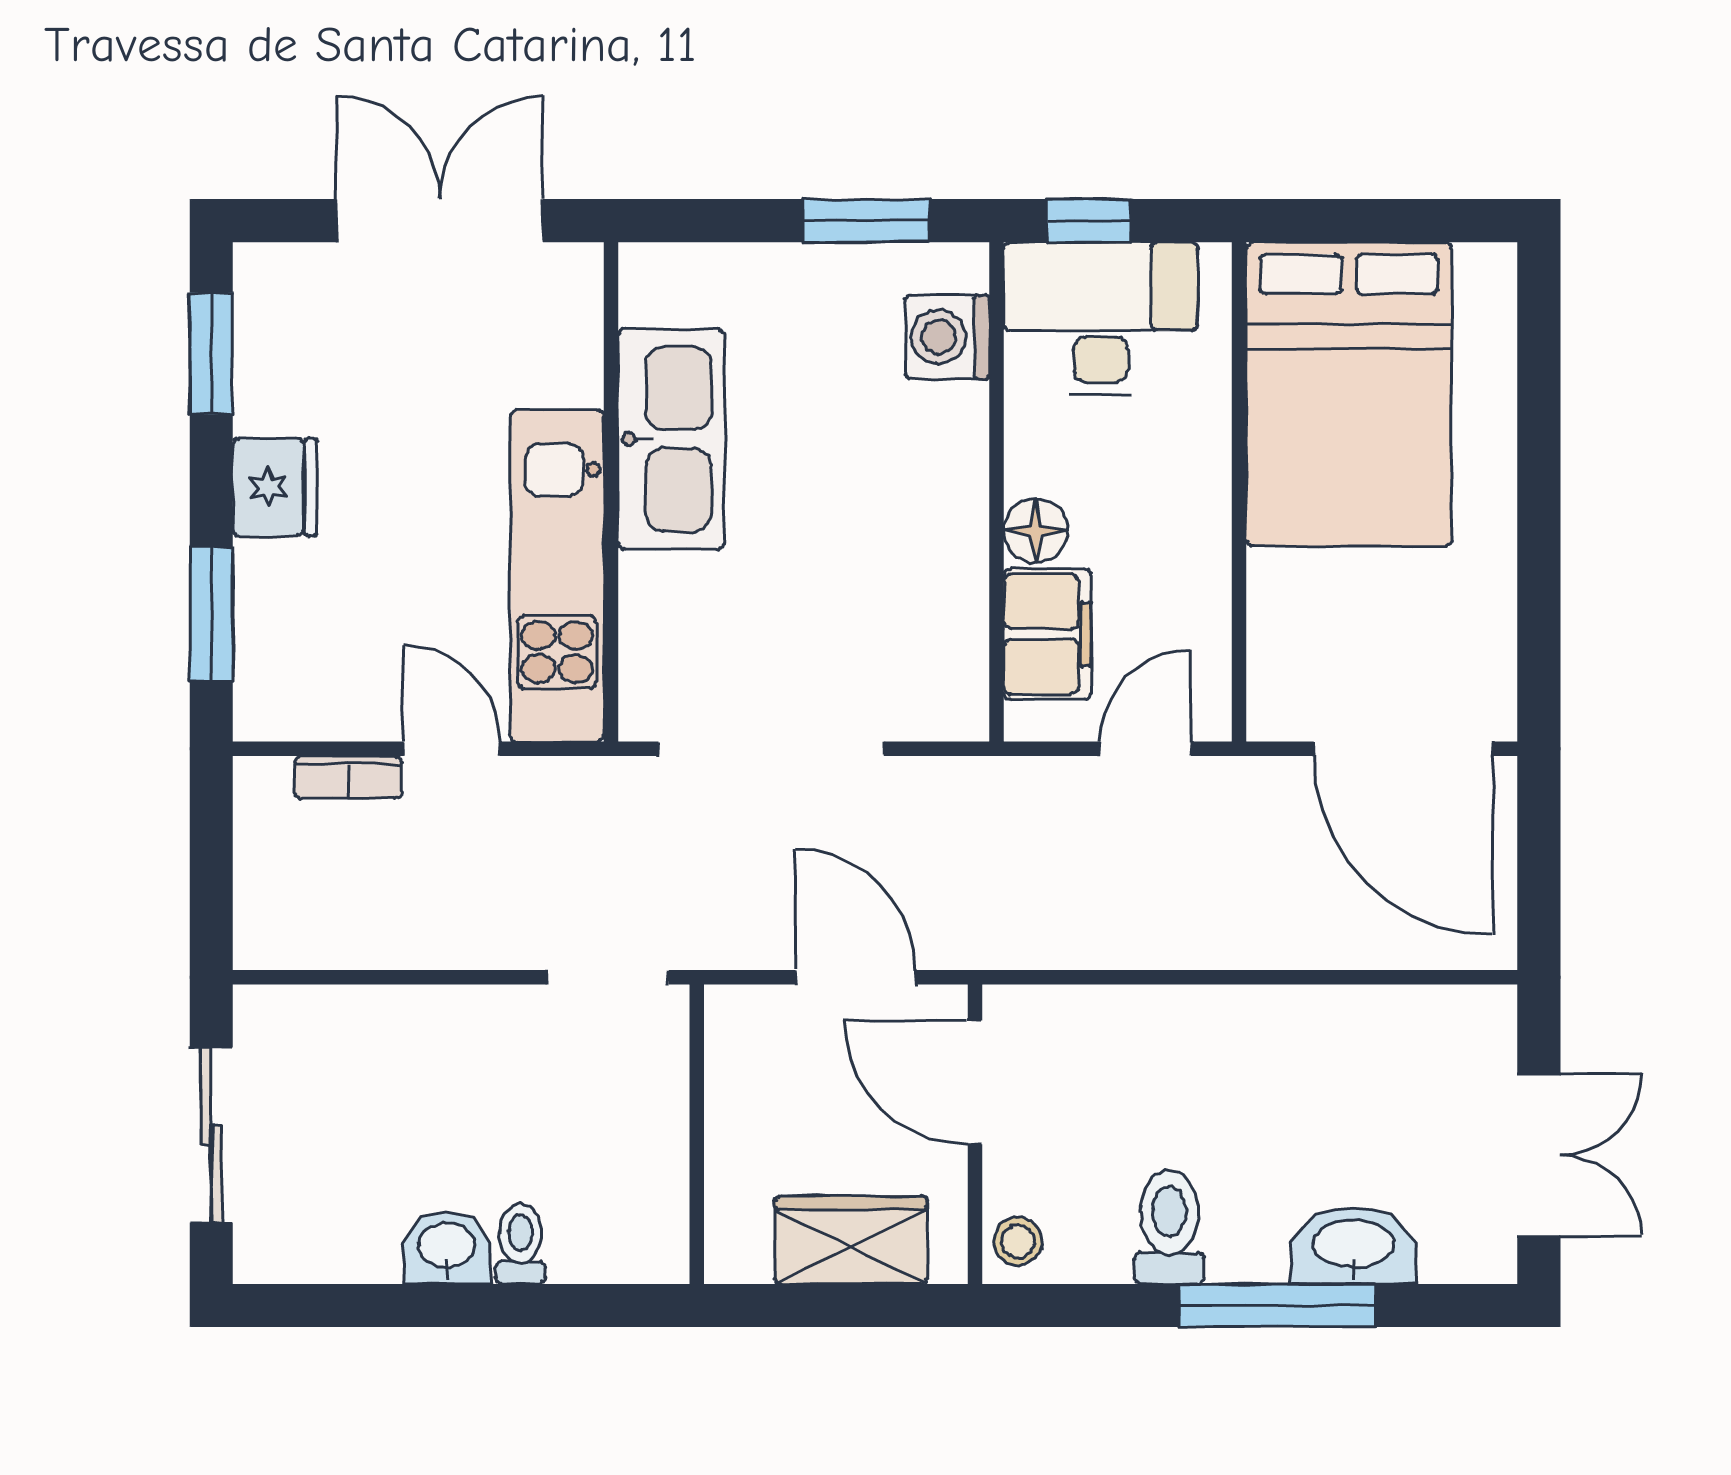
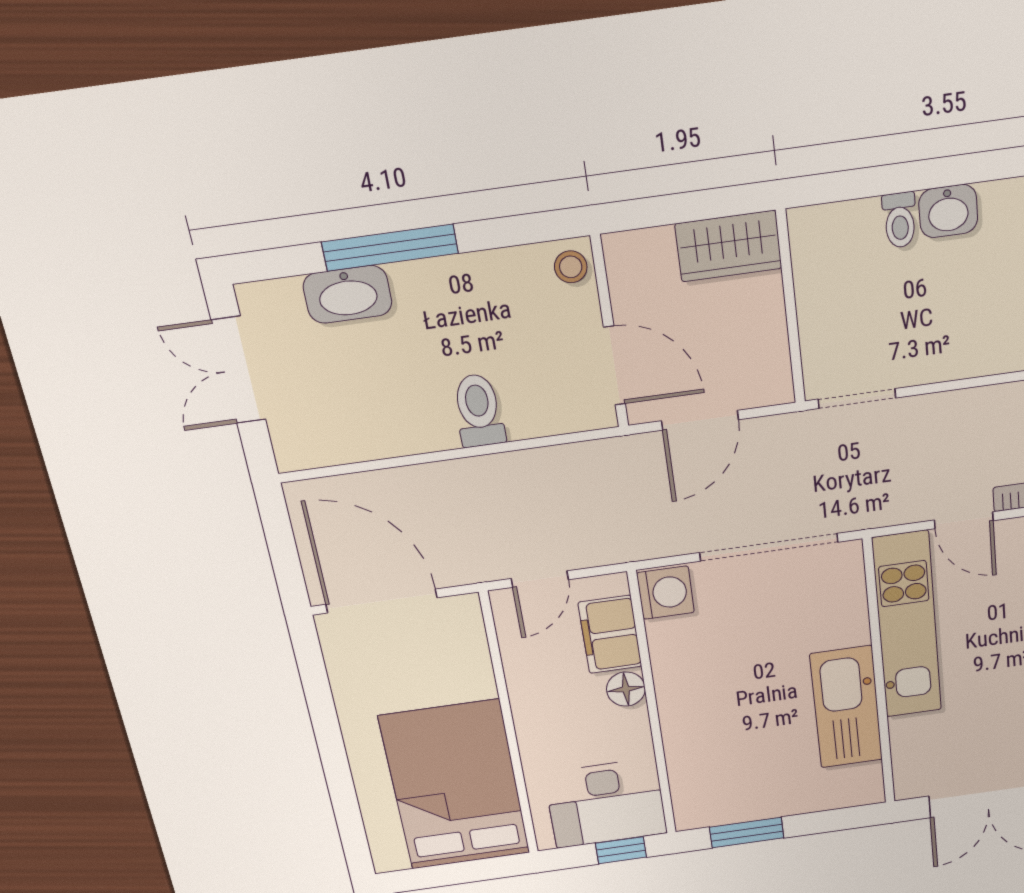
washing machine: (947, 337) -> (666, 593), moved
door: (856, 977) -> (700, 420), hinge flipped
toilet: (1169, 1227) -> (479, 411), moved, turned 180
wardrobe: (851, 1240) -> (729, 246), moved

